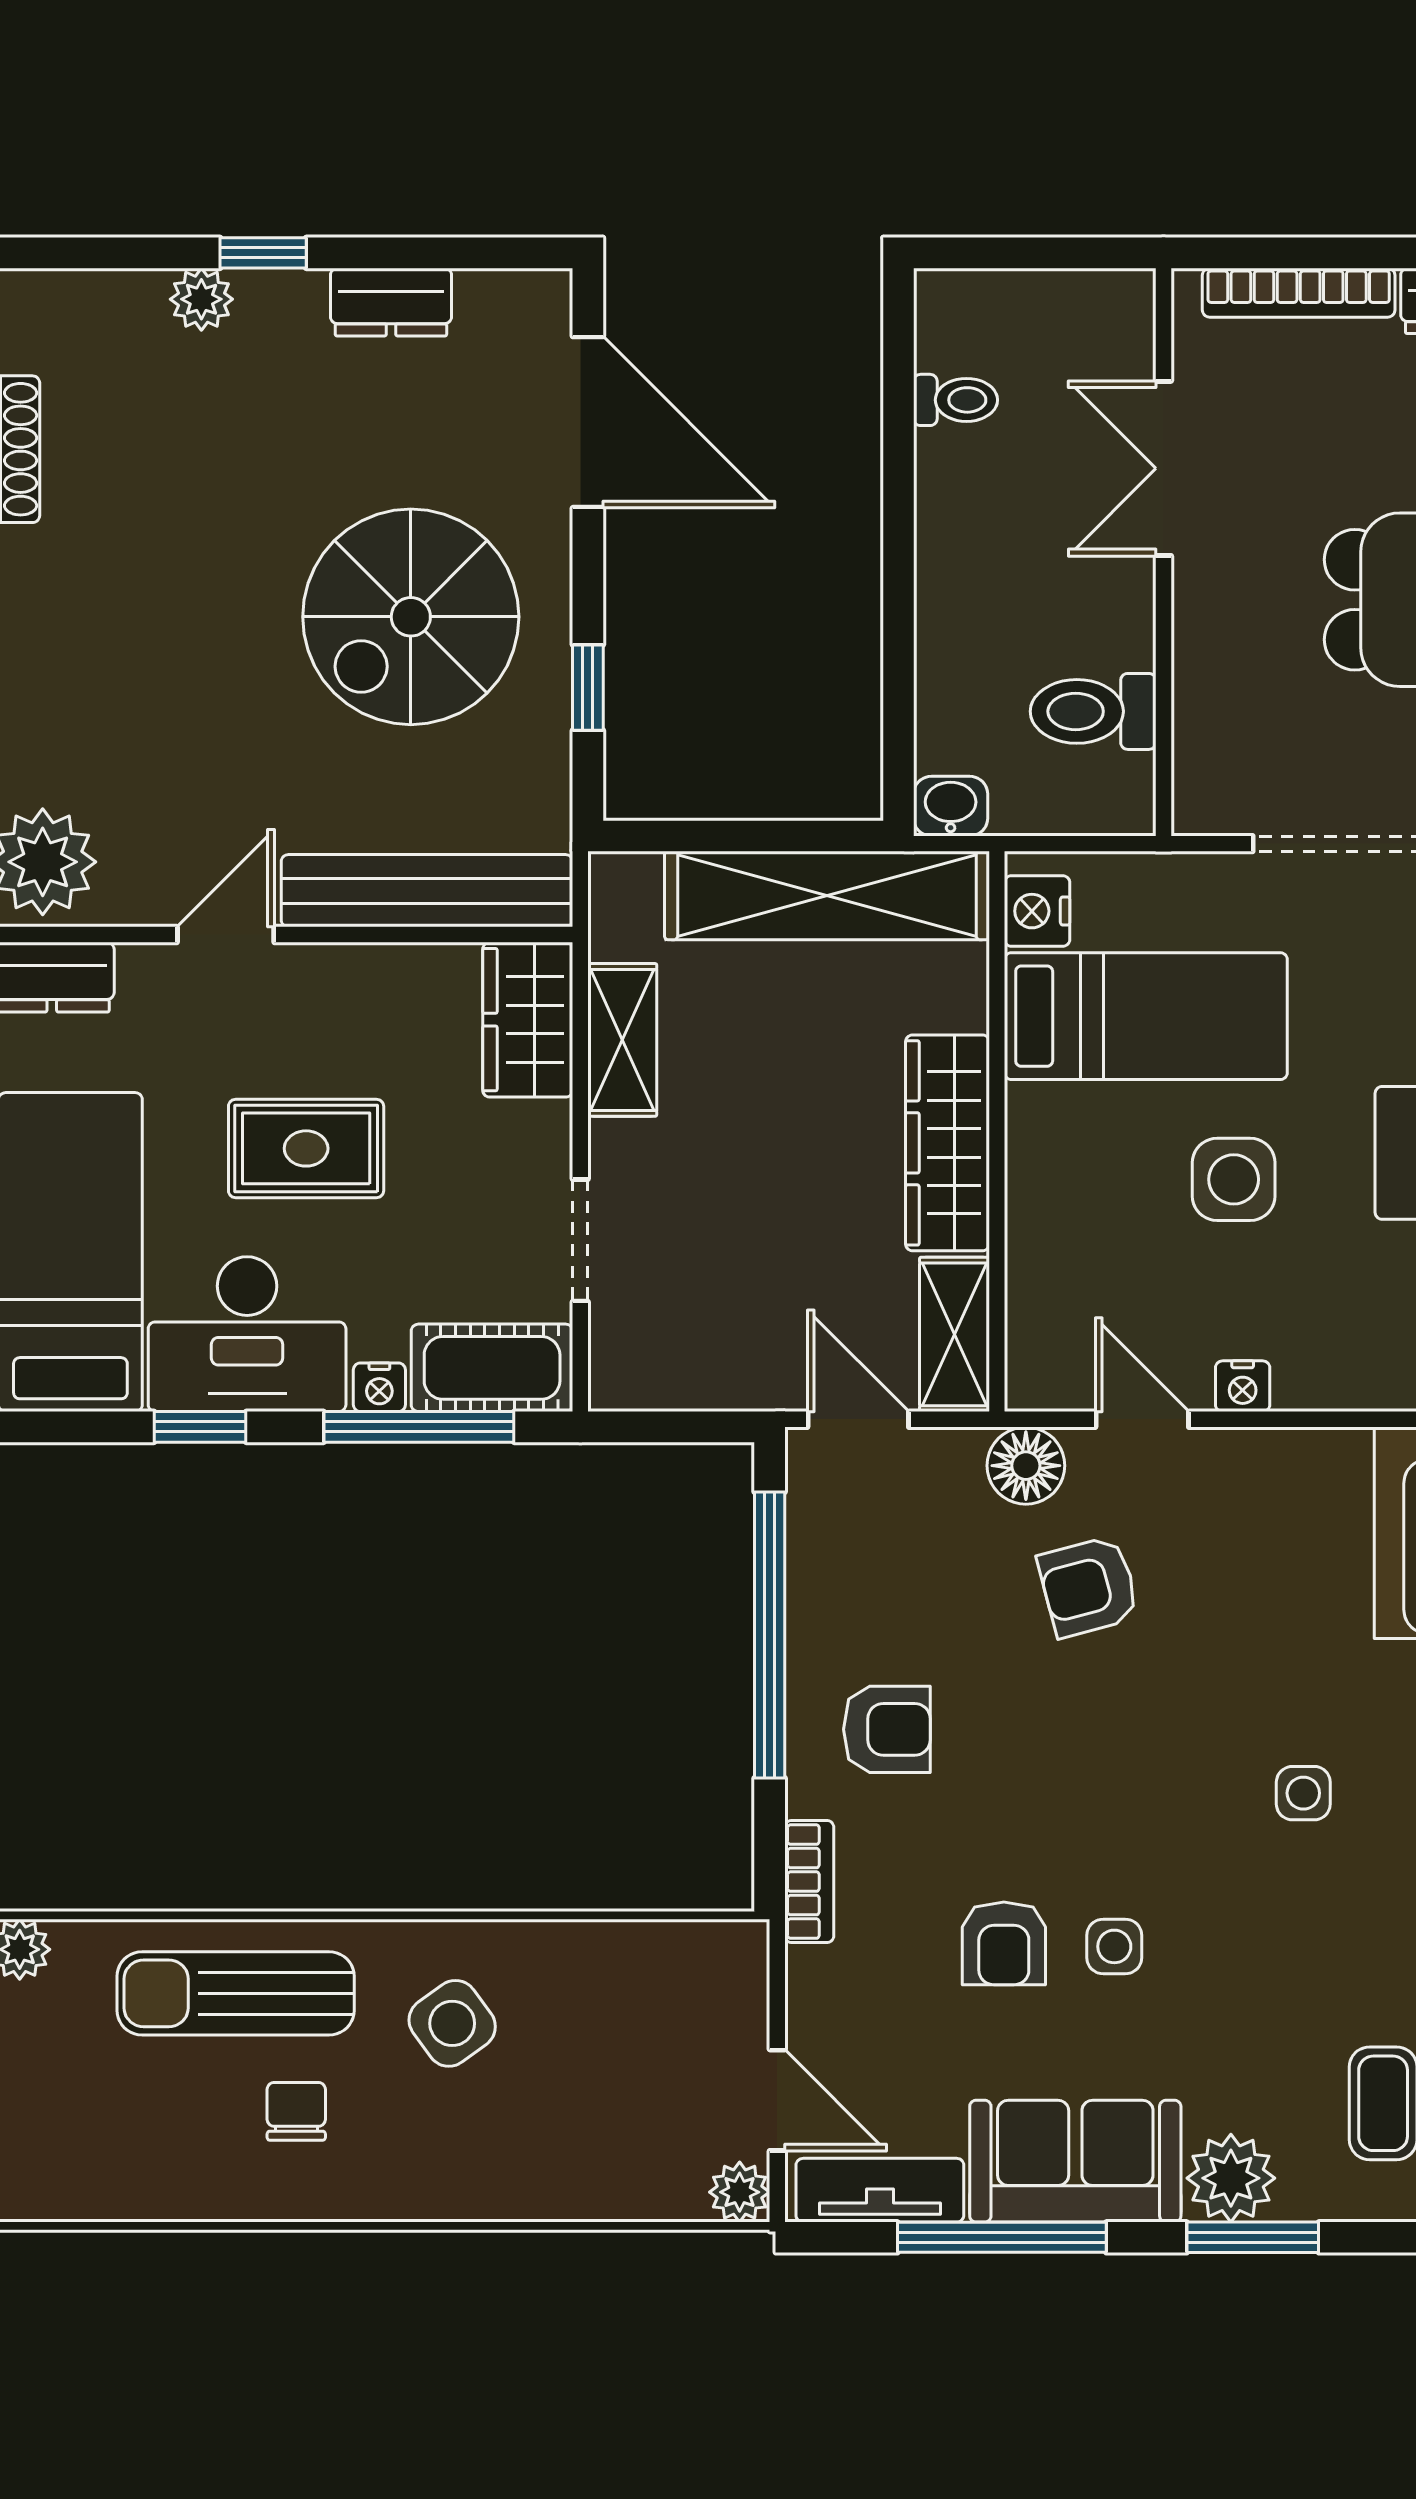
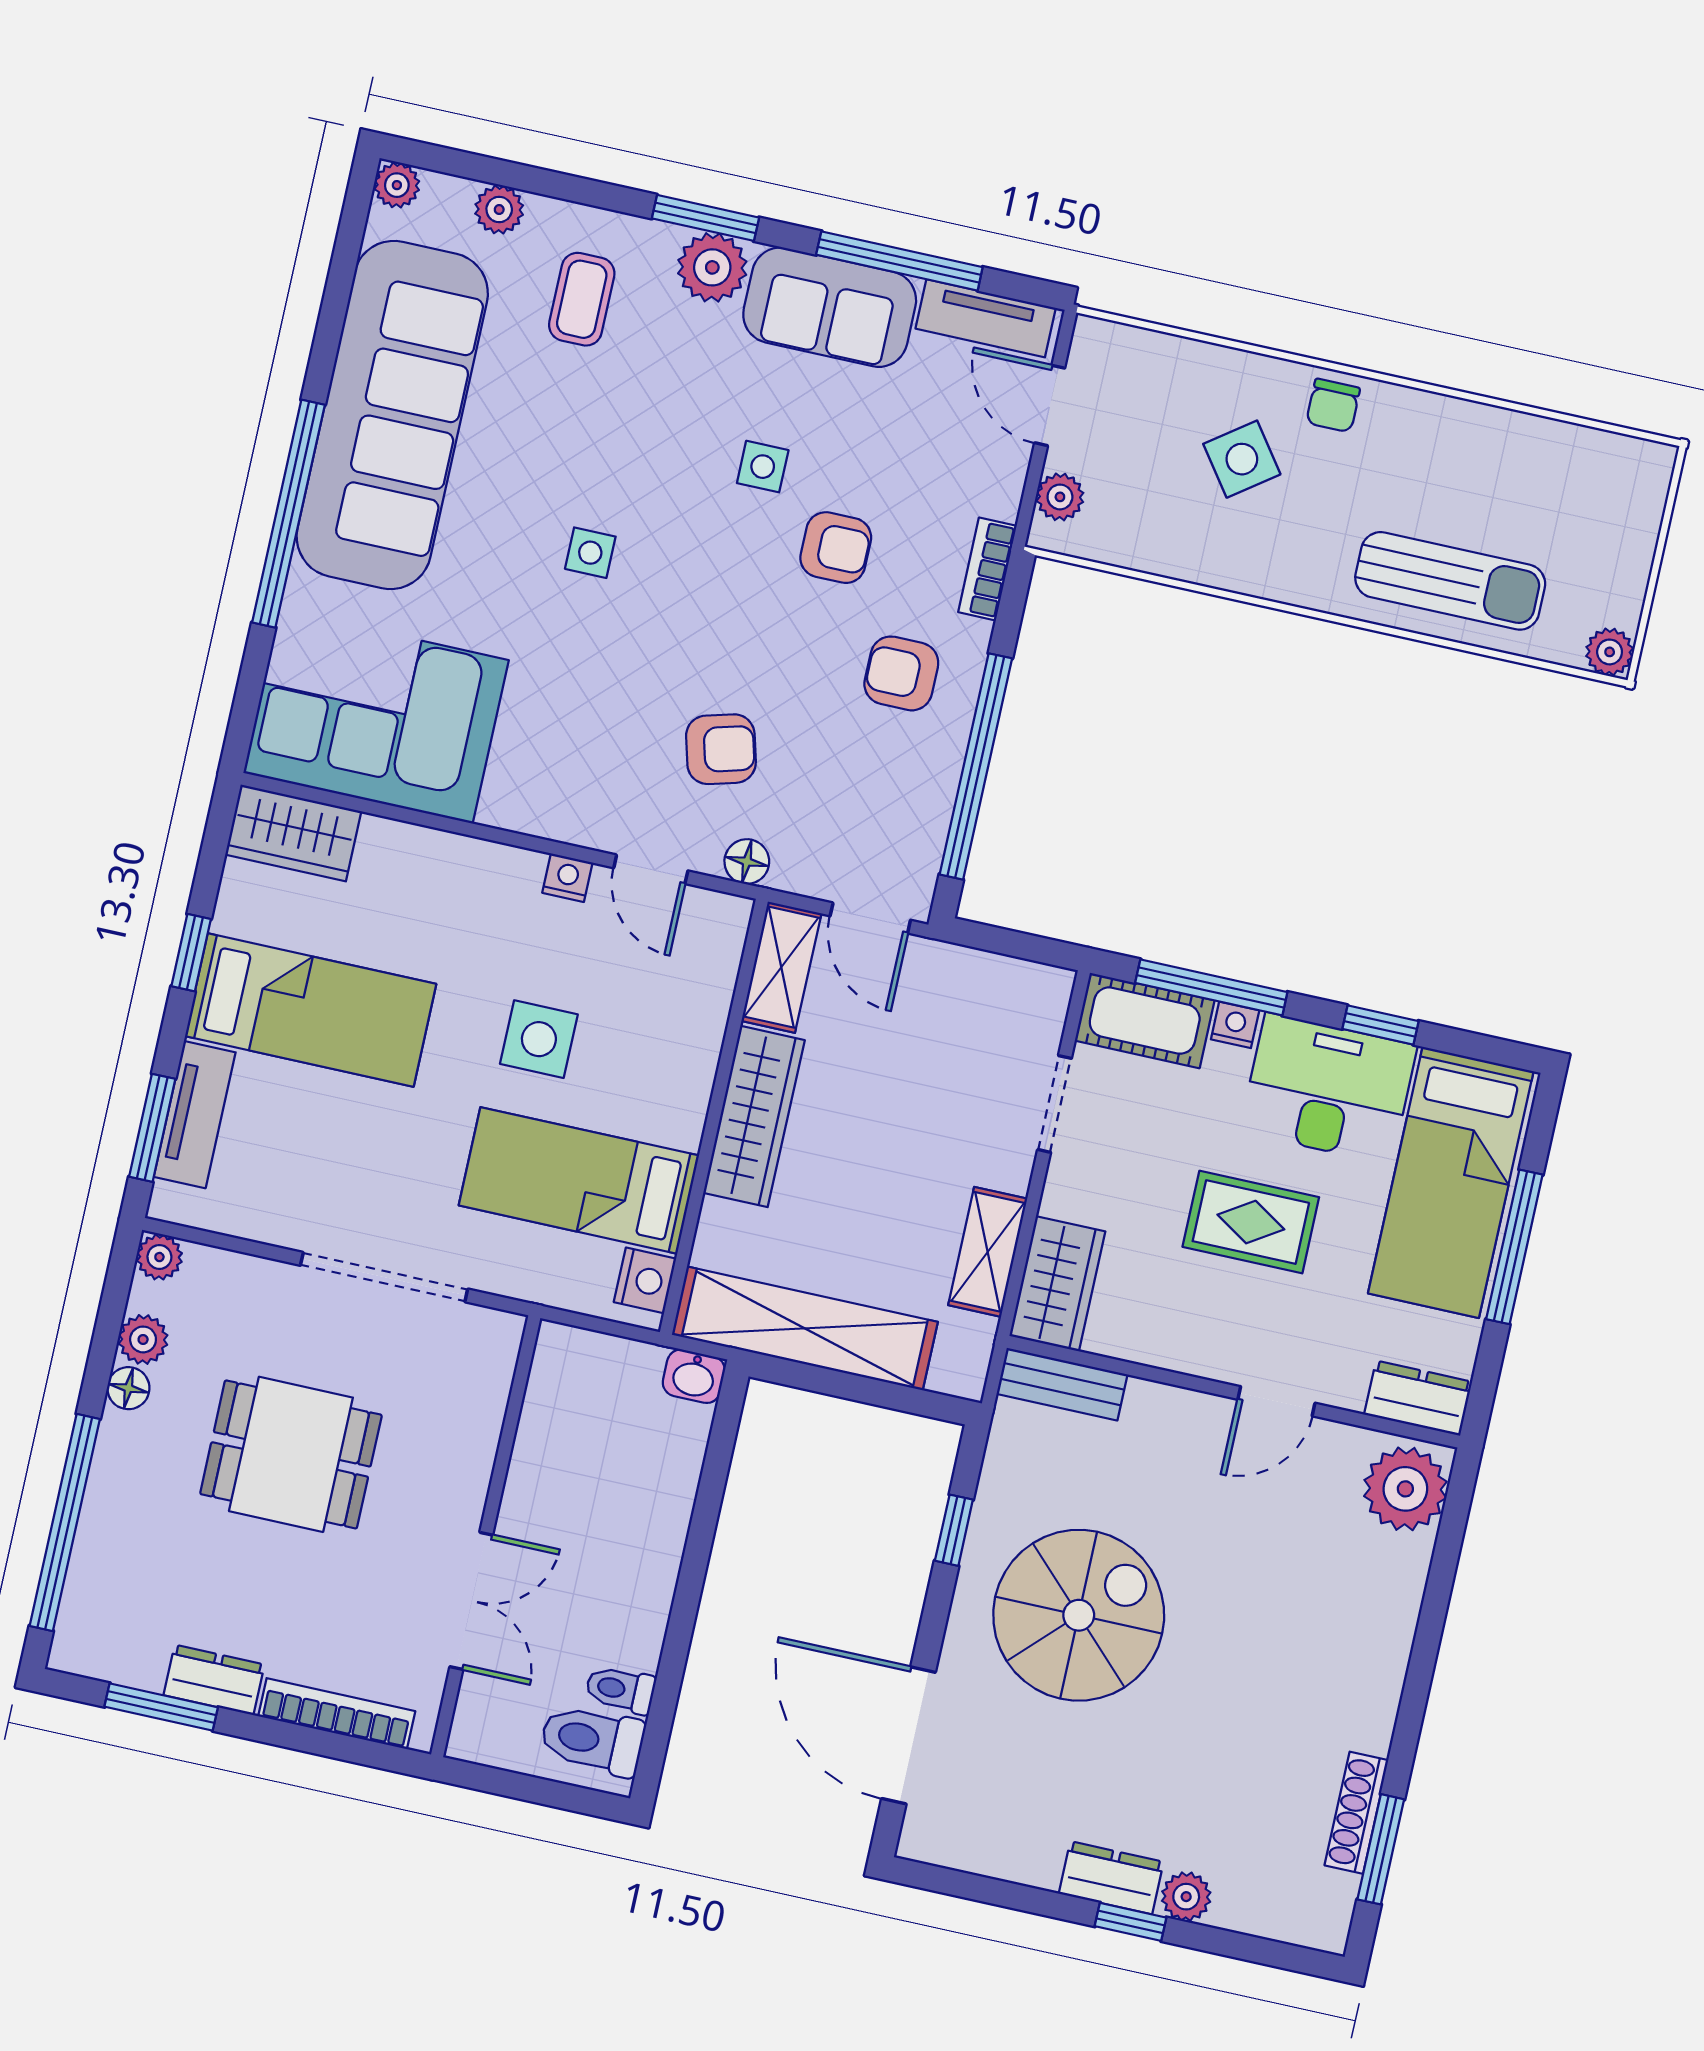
dresser: (391, 302) -> (1111, 1878), moved
toilet: (1093, 711) -> (592, 1740), moved, turned 180
bench: (427, 891) -> (1062, 1384), width x0.54, depth x0.82
floor lamp: (1026, 1466) -> (747, 862), width x0.73, depth x0.73
armchair: (1004, 1943) -> (836, 548), moved, turned 90
side table: (452, 2023) -> (1242, 459), moved
chair: (296, 2111) -> (1333, 405), moved
plant: (740, 2192) -> (1060, 497), moved

